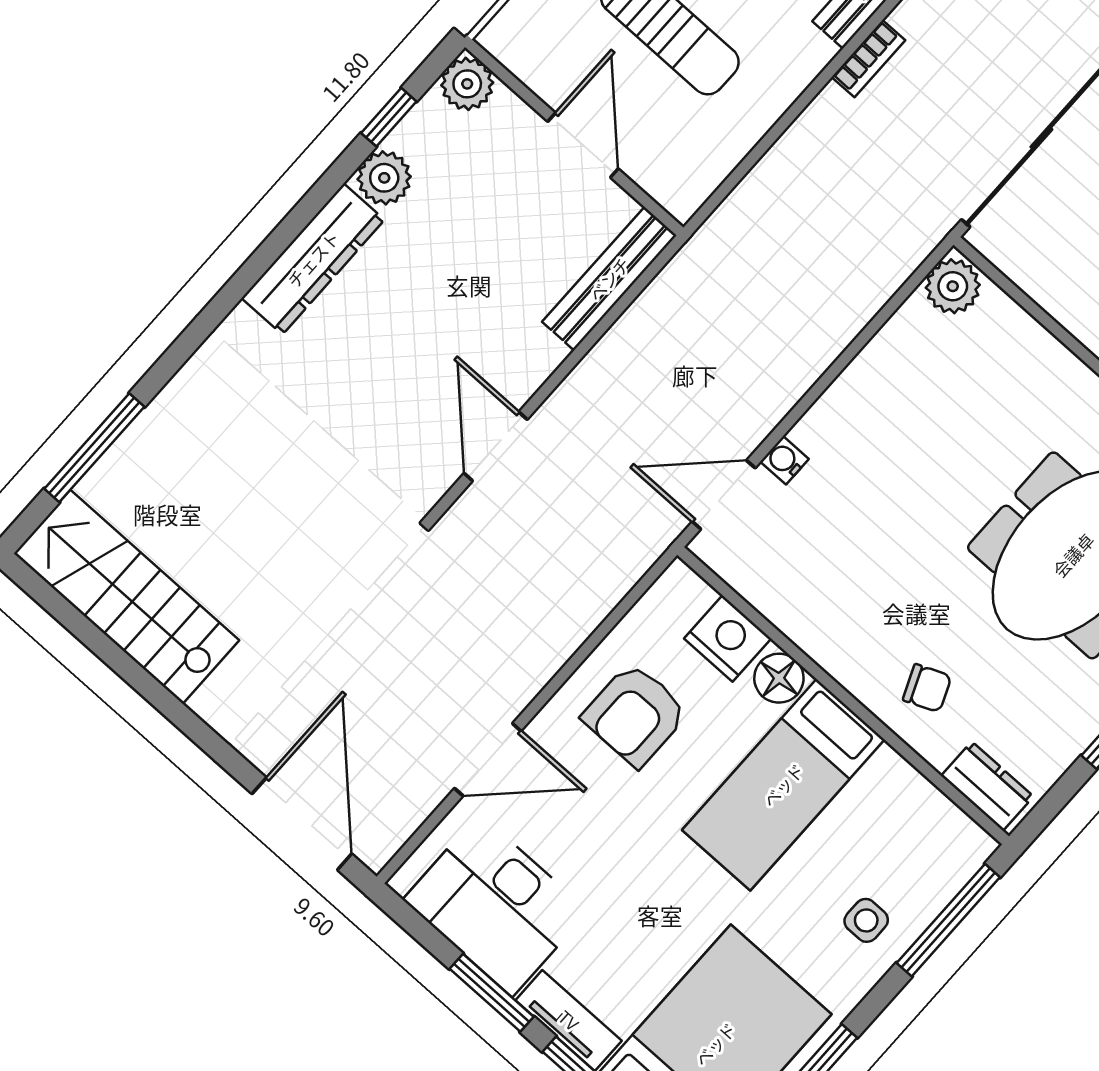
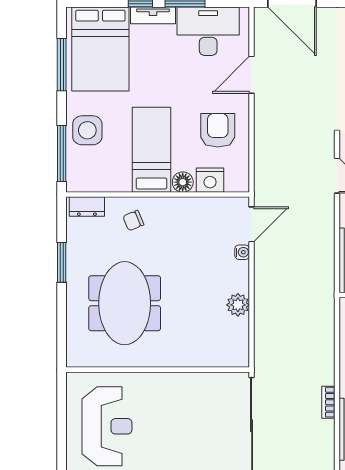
plant: (953, 286) -> (238, 305), moved
side table: (866, 920) -> (87, 130), width x1.87, depth x1.87

